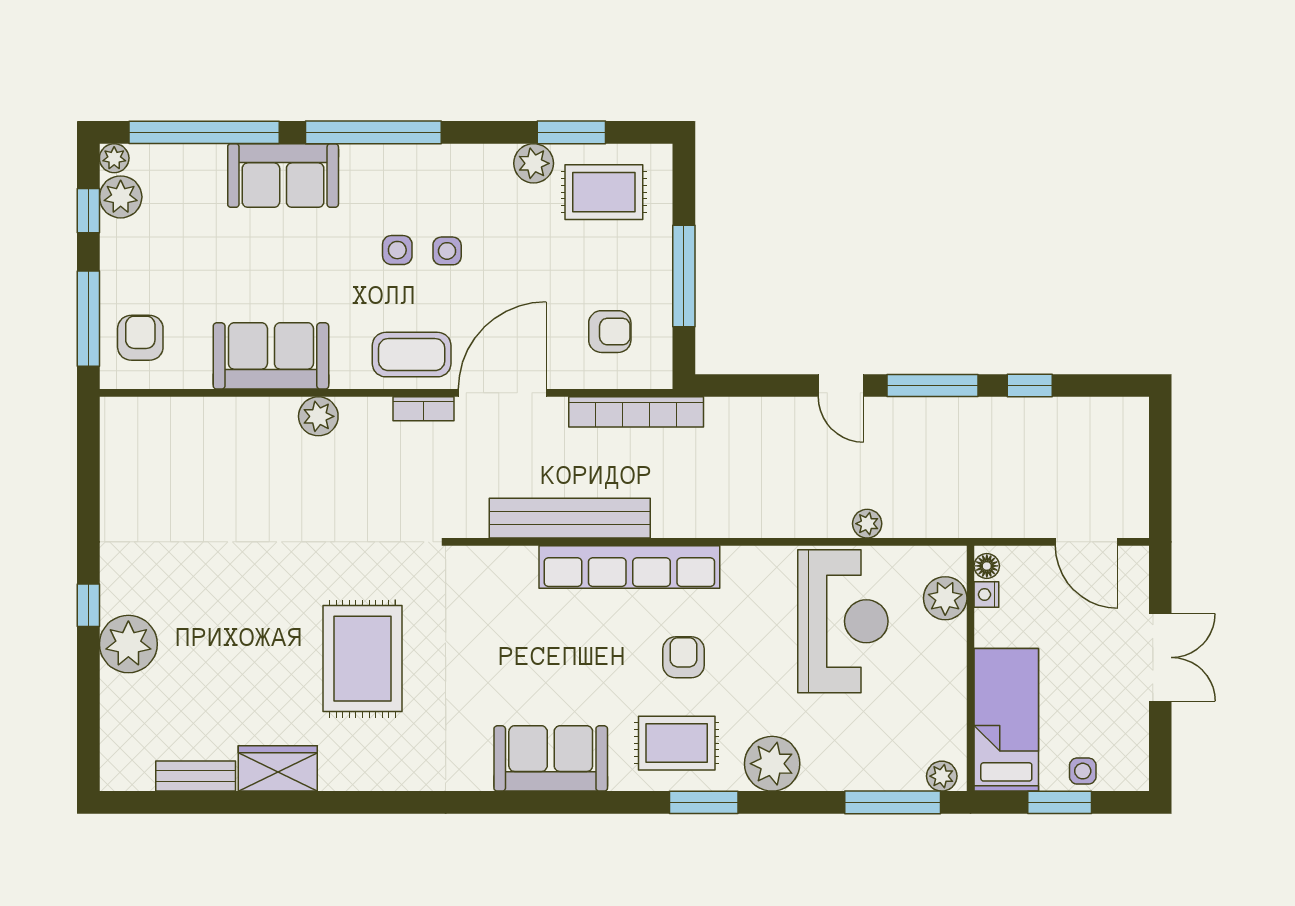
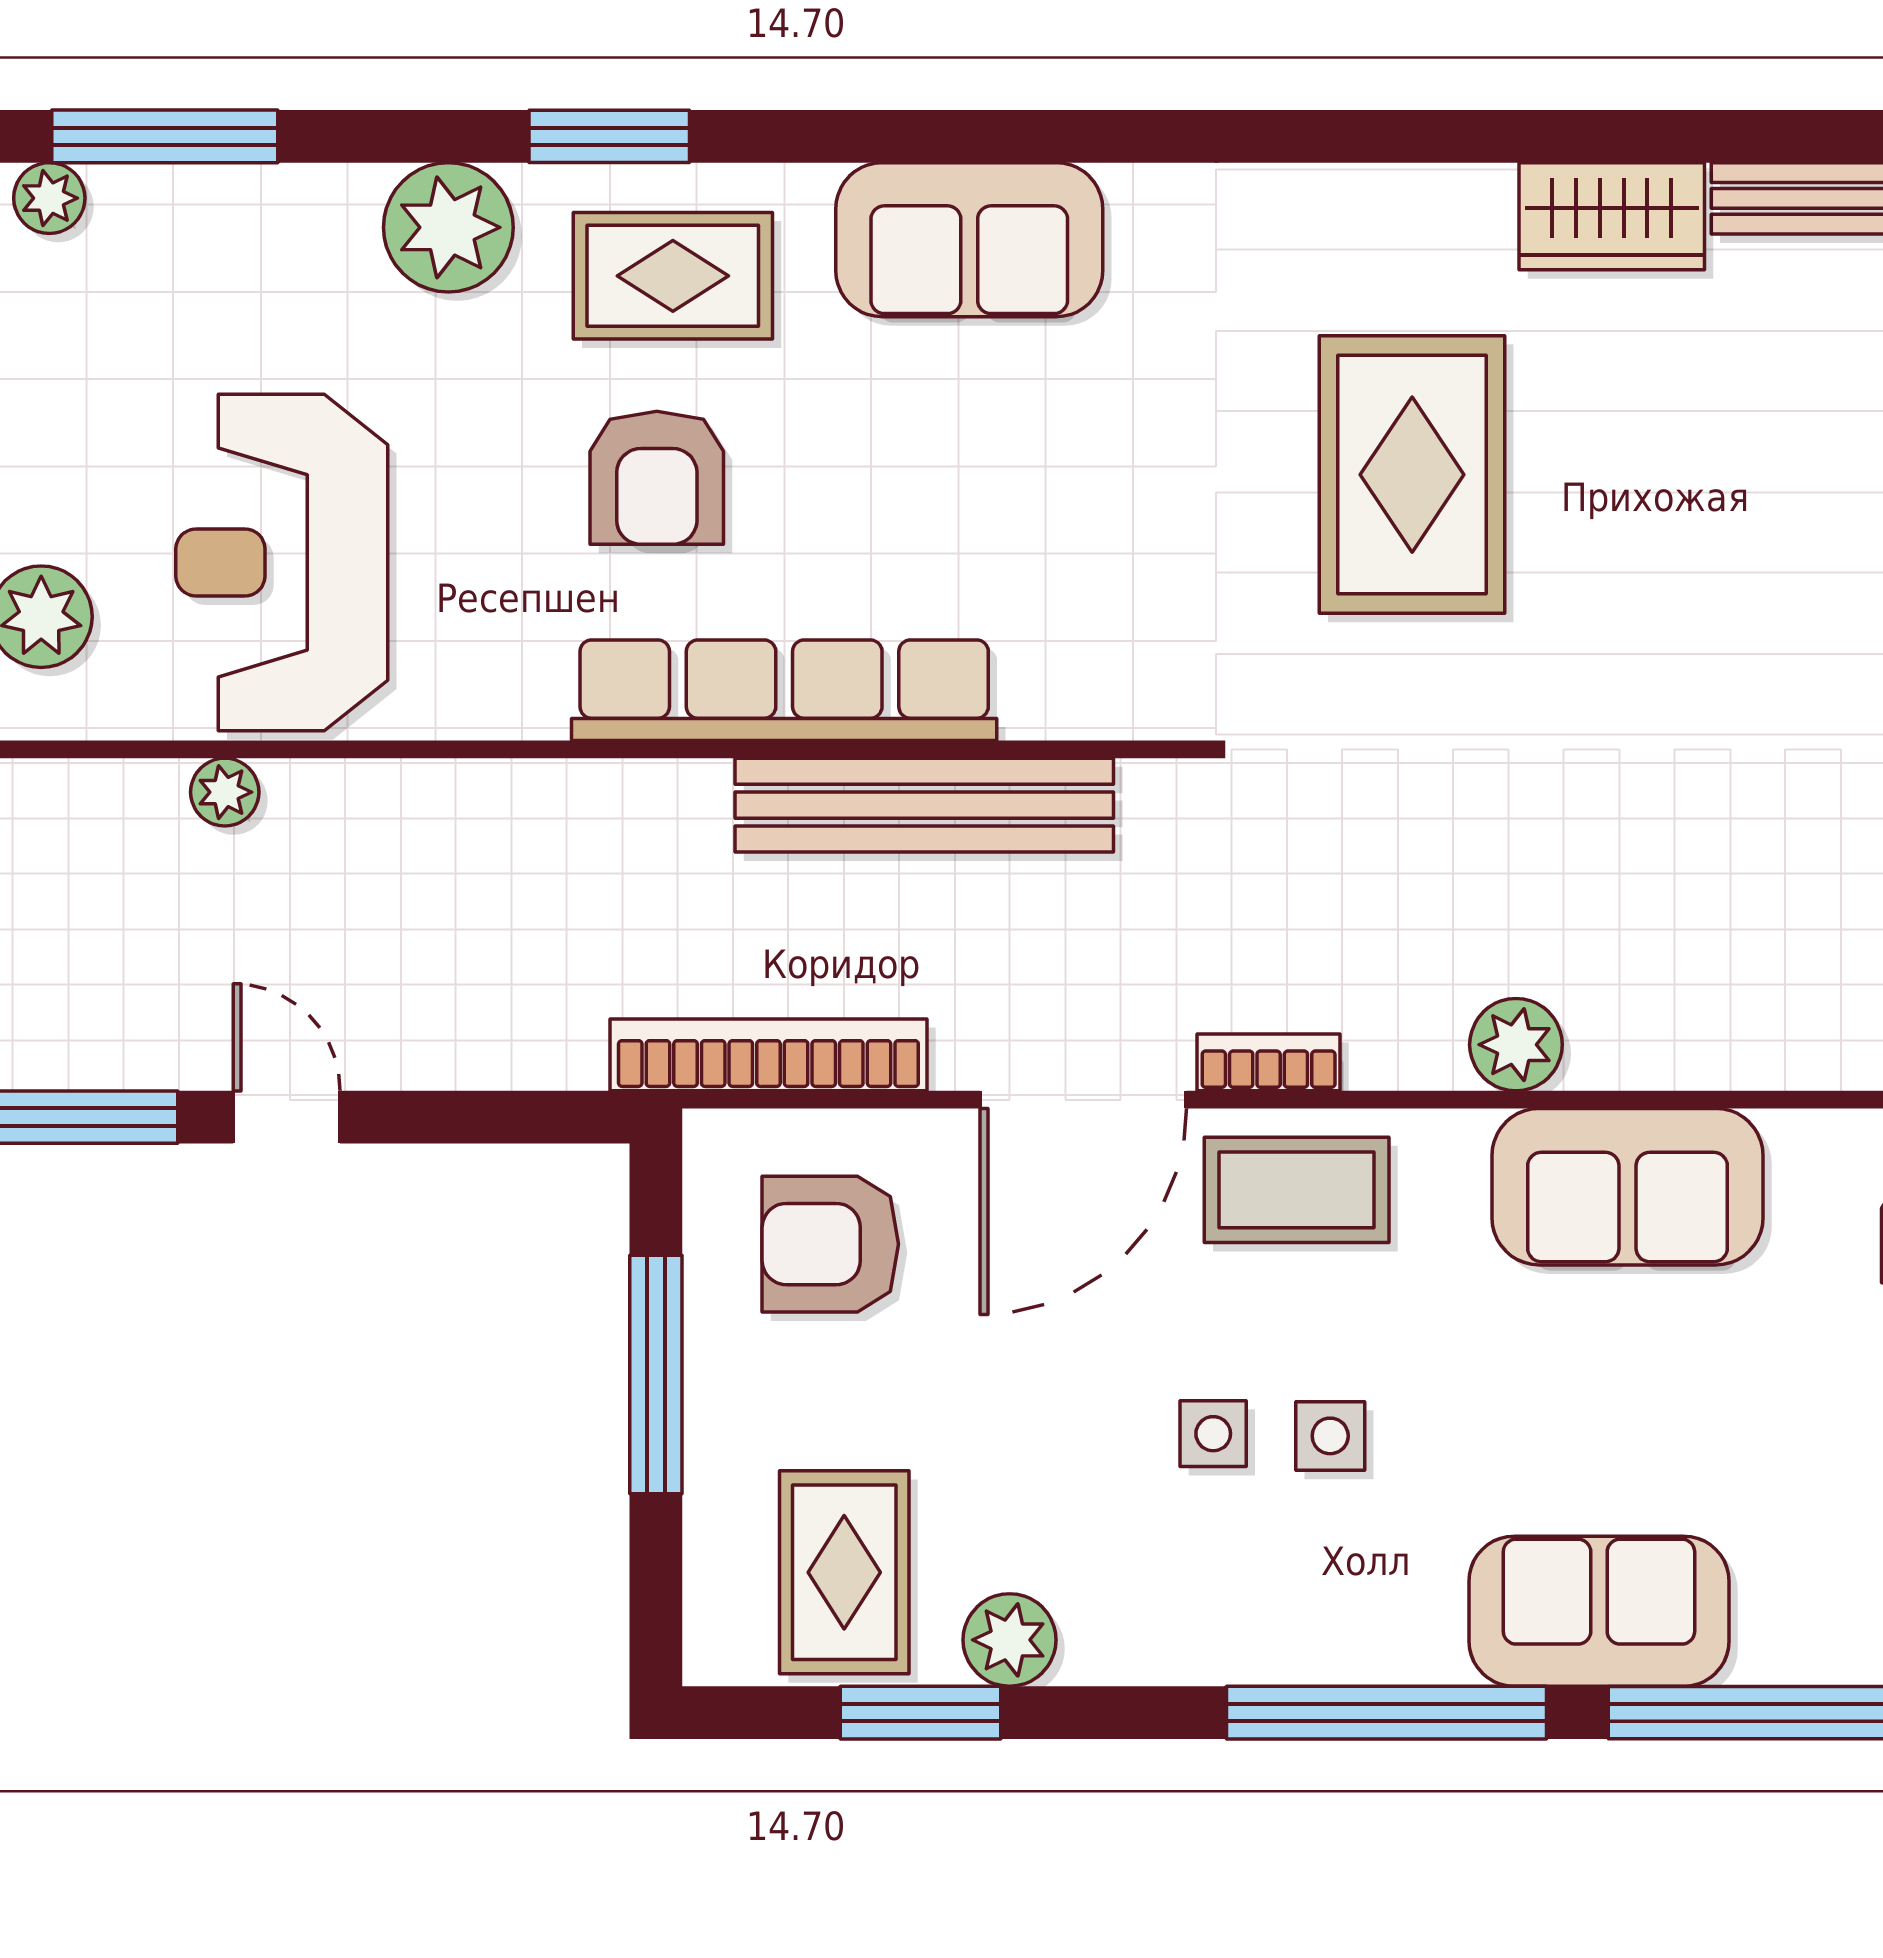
rug: (604, 192) -> (844, 1572), turned 90
armchair: (610, 332) -> (830, 1244), width x1.38, depth x1.38
armchair: (683, 657) -> (657, 478), width x1.38, depth x1.38

